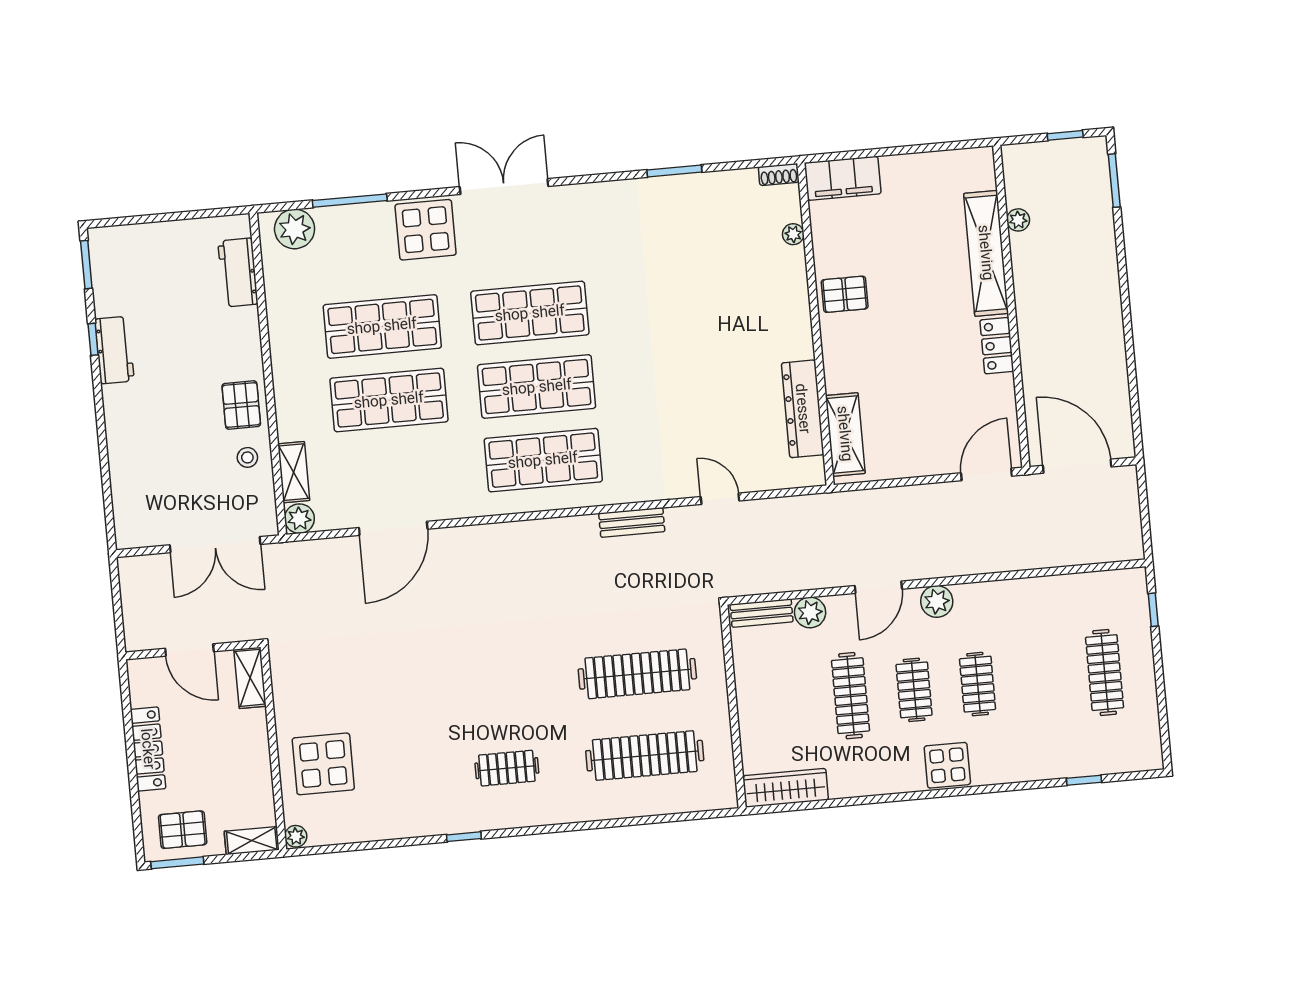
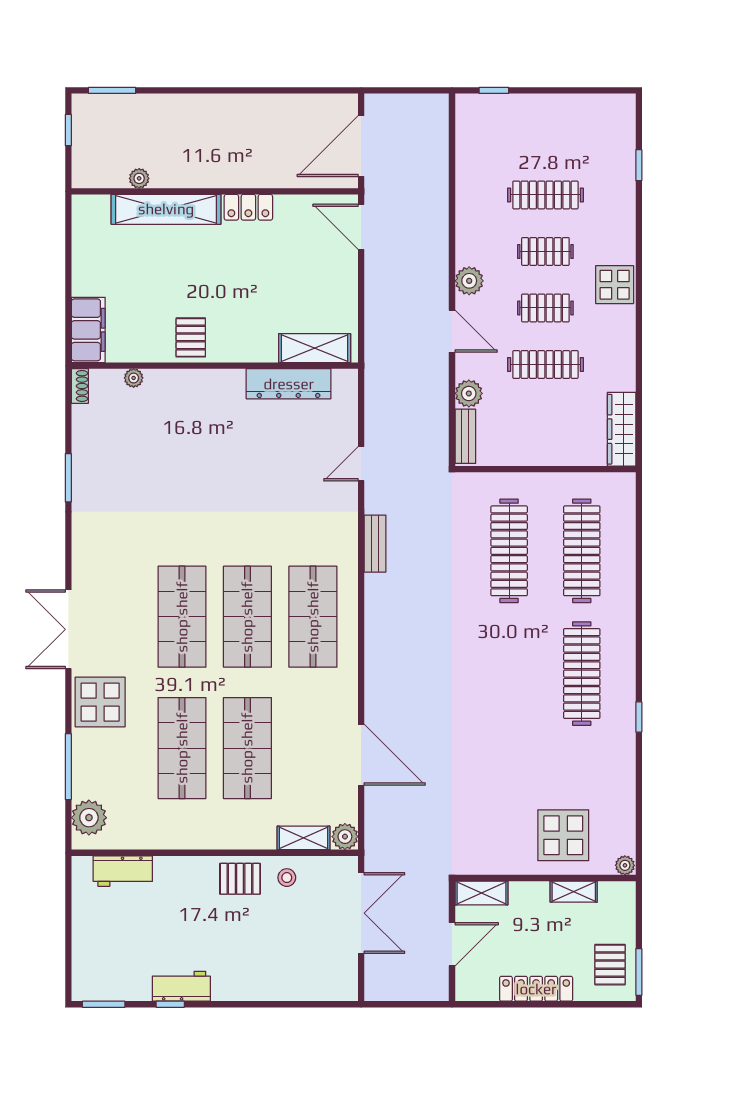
clothes rail: (1105, 673) -> (545, 195), moved
clothes rail: (507, 768) -> (582, 674), width x1.86, depth x1.31
shelving: (252, 841) -> (574, 892), moved, turned 90

